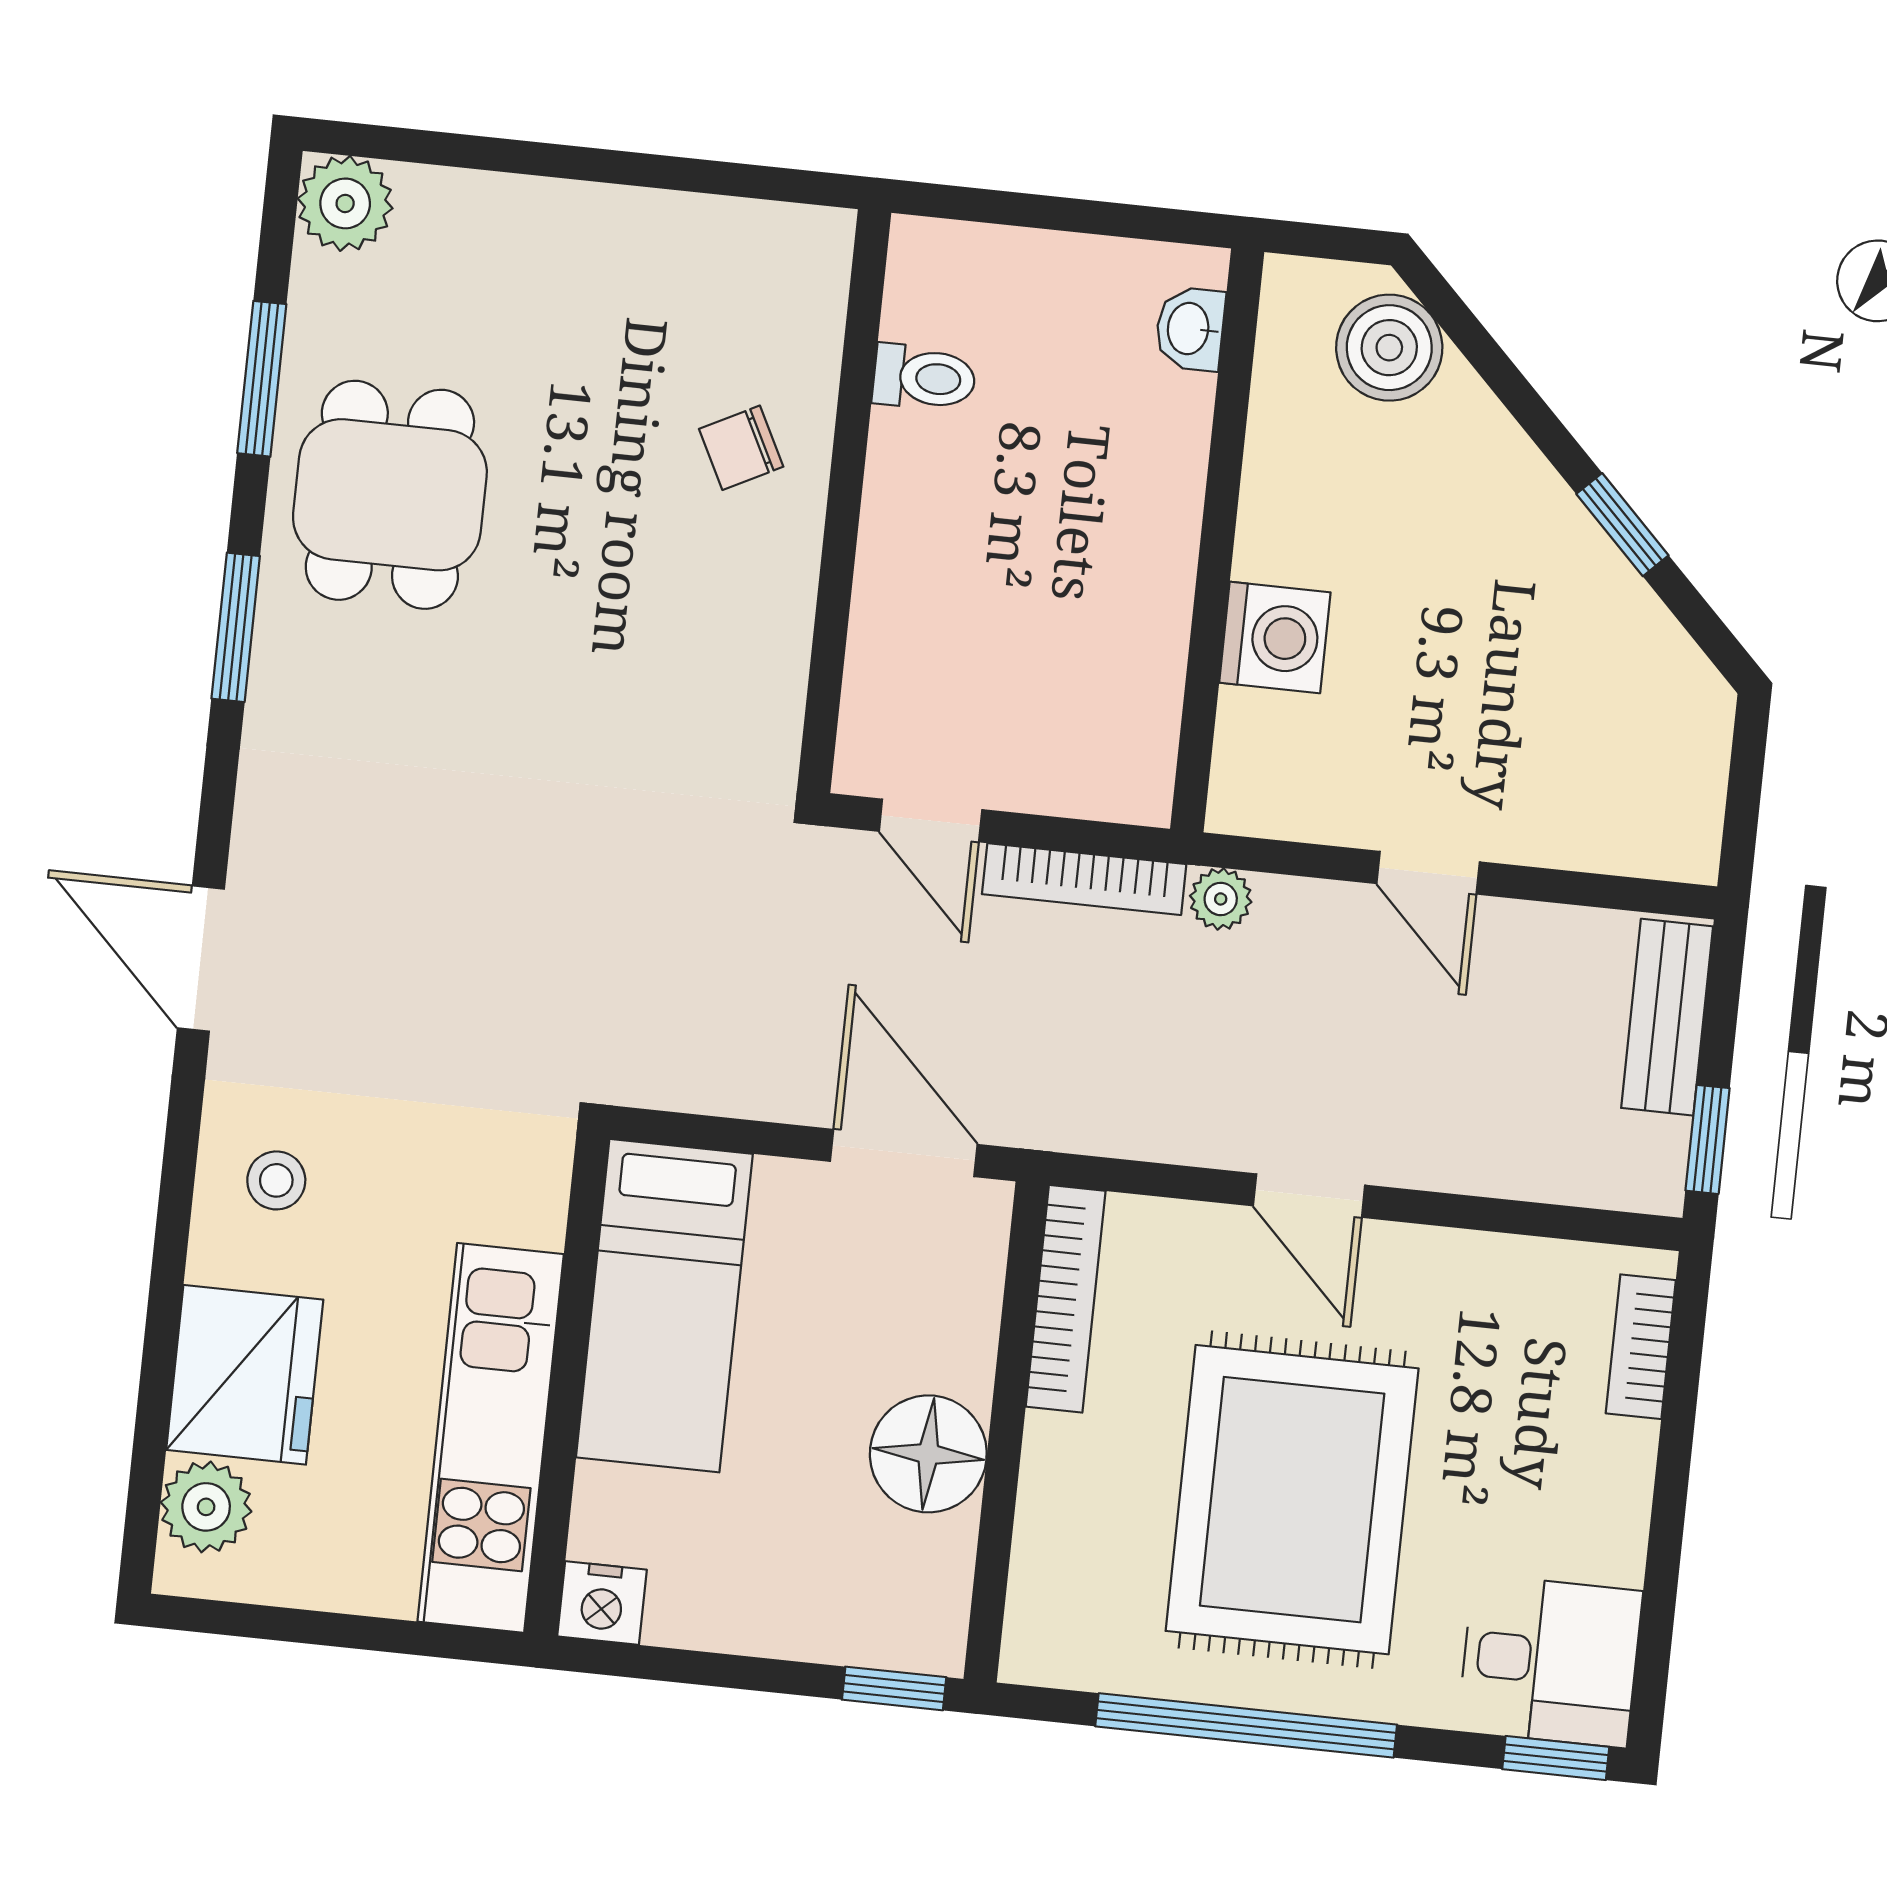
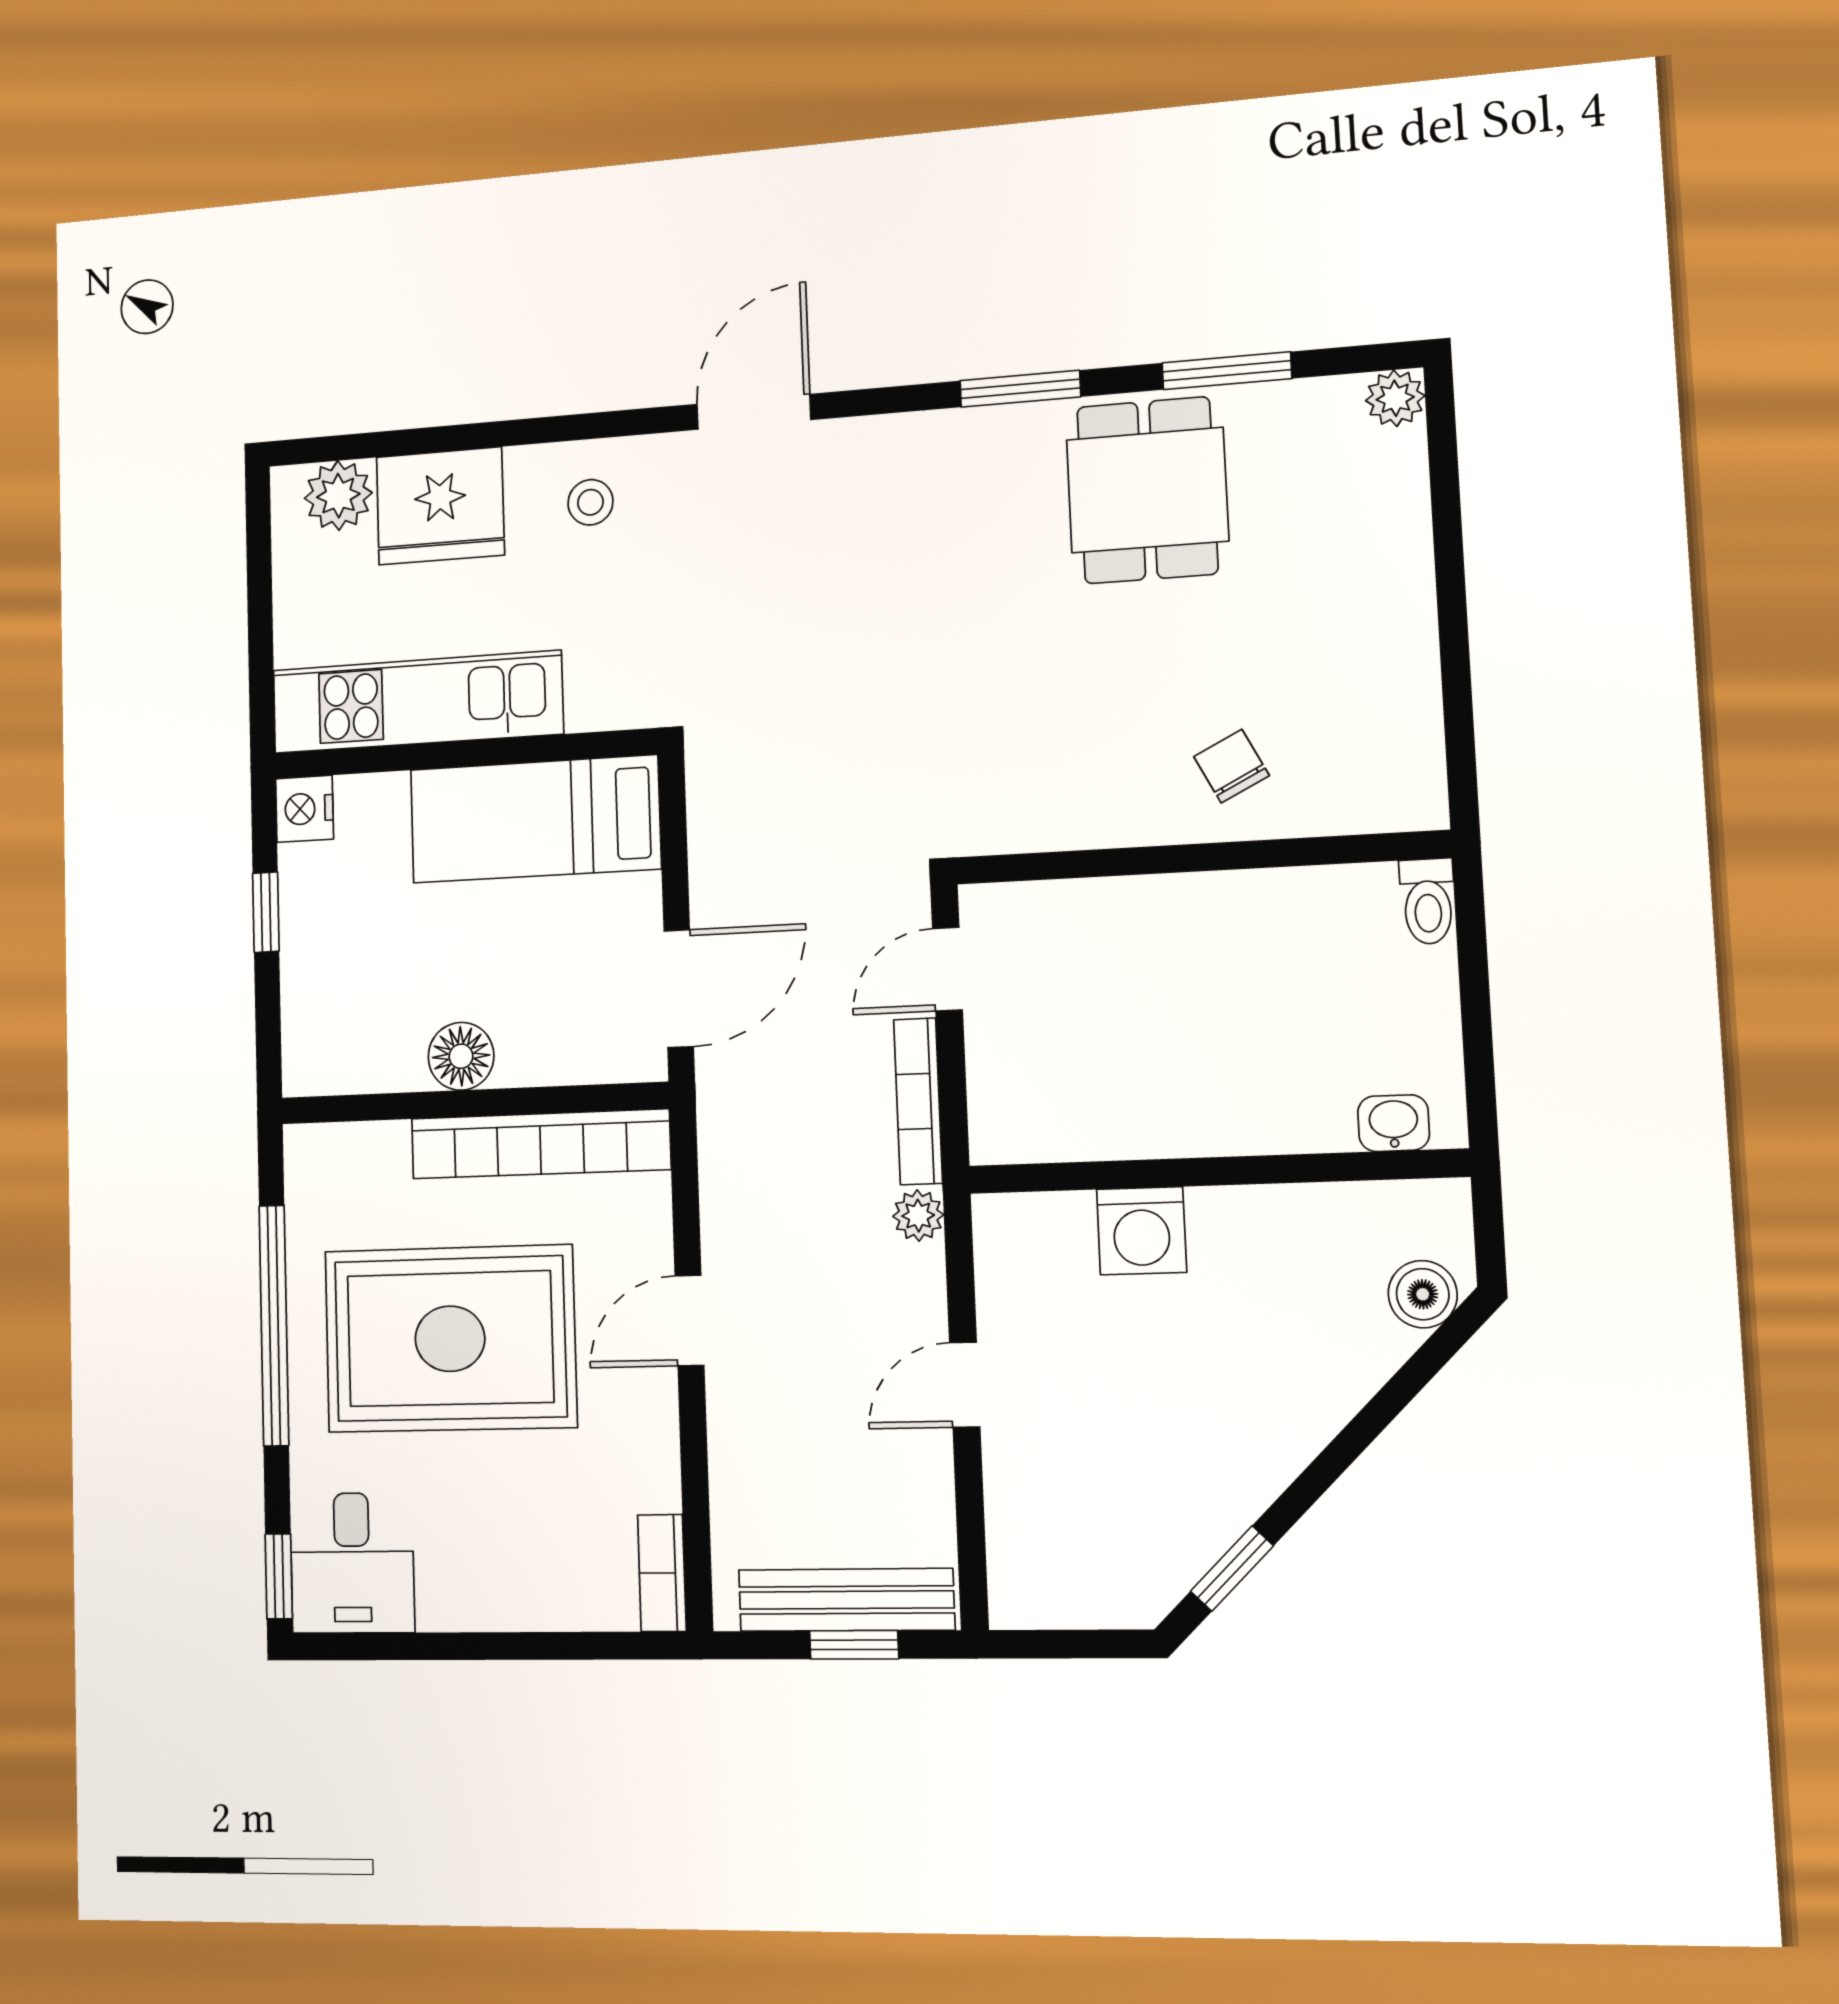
plant: (345, 203) -> (1395, 398), width x0.73, depth x0.73
boiler: (1389, 348) -> (1423, 1294), width x0.73, depth x0.73
toilet: (924, 378) -> (1428, 901), moved
dining table: (390, 495) -> (1147, 490), turned 90
window: (1622, 525) -> (1232, 1569), moved
bench: (1667, 1017) -> (846, 1600), width x1.36
window: (1708, 1139) -> (854, 1645), moved
bookcase: (1066, 1299) -> (540, 1144), width x1.48, depth x1.31
bookcase: (1641, 1347) -> (662, 1573), moved, turned -90
floor lamp: (928, 1454) -> (461, 1056), width x0.73, depth x0.73
window: (894, 1688) -> (266, 912), moved

